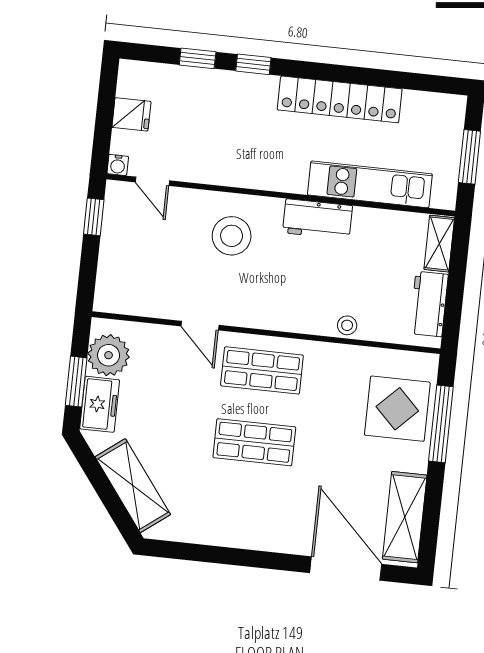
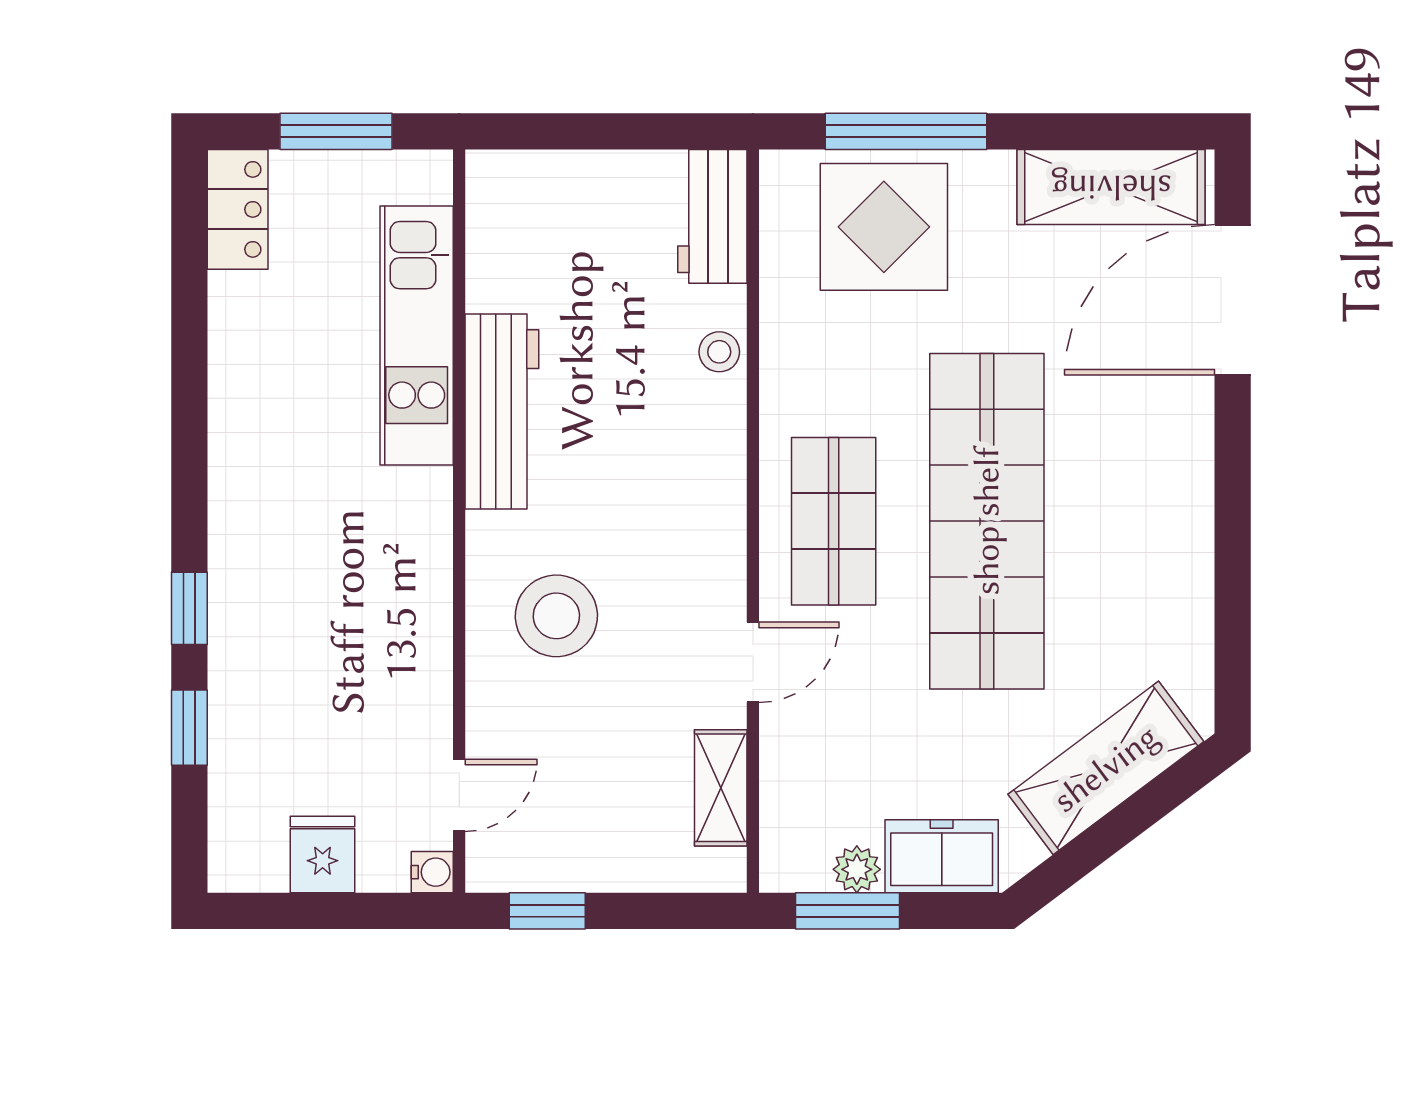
locker: (340, 99) -> (238, 209), moved, width x0.46, depth x0.83
workbench: (317, 219) -> (502, 412), width x1.37
shelving: (439, 244) -> (721, 788), moved, turned 90
workbench: (429, 304) -> (712, 216), moved, turned 90
plant: (109, 355) -> (857, 869), width x0.53, depth x0.53
window: (76, 382) -> (847, 911), moved
shop shelf: (254, 442) -> (987, 521), width x2.00, depth x1.36

